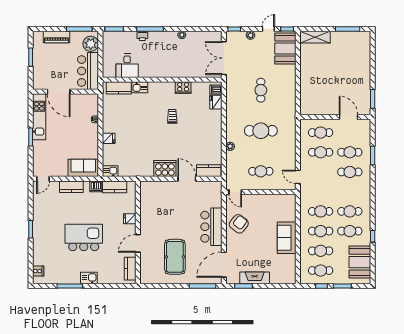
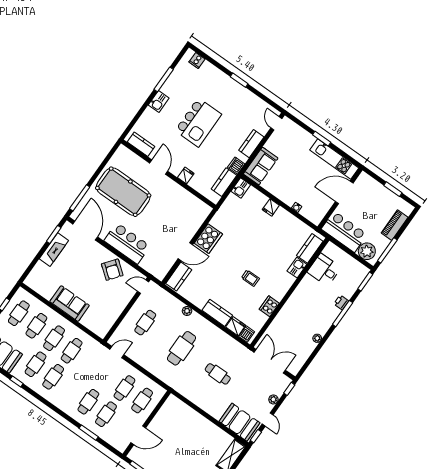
kitchen counter: (216, 123) -> (217, 313), added
pool table: (175, 257) -> (123, 192), width x1.36, depth x1.32

